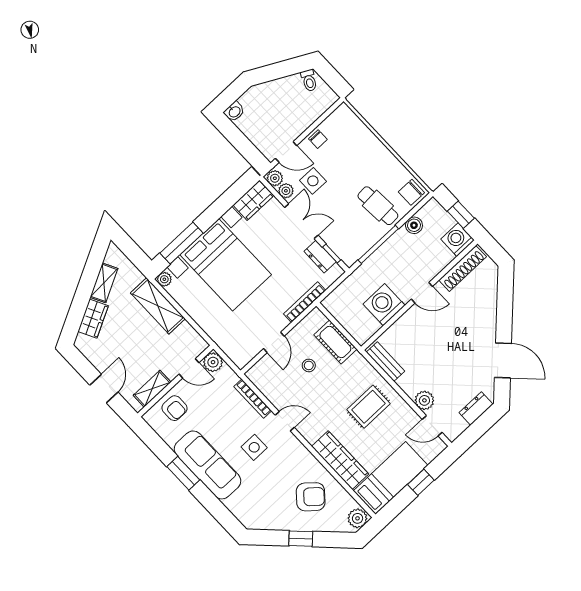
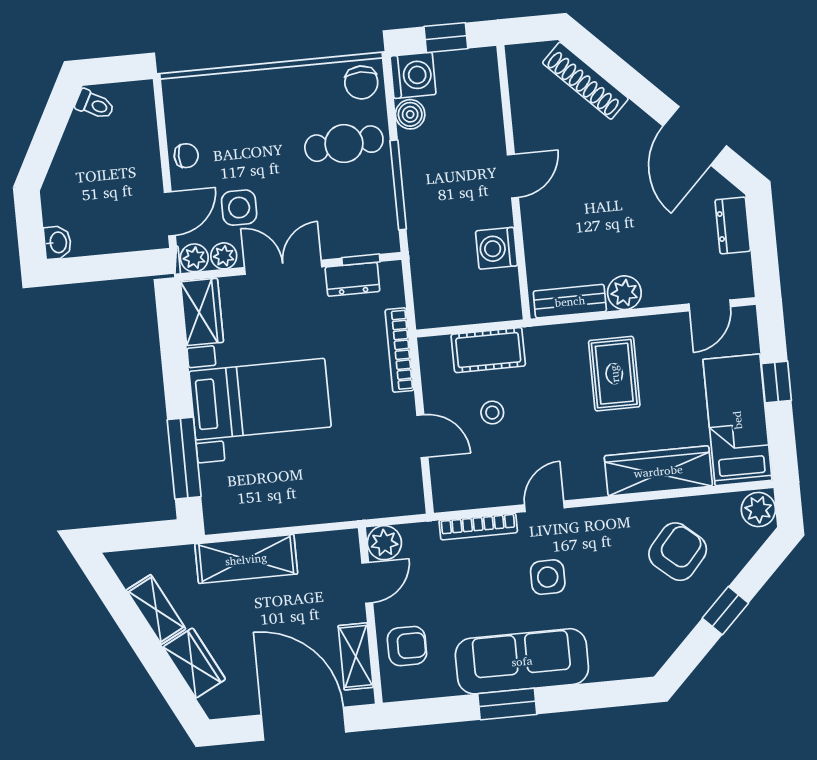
washing machine: (458, 240) -> (413, 75), moved, turned 180
bed with nightstands: (226, 265) -> (260, 399), width x0.73
shoe rack: (463, 268) -> (585, 81), moved, turned 135
plant: (164, 279) -> (216, 521), removed
washing machine: (384, 305) -> (497, 248), width x0.73, depth x0.73
door: (503, 360) -> (695, 136), swing flipped
door: (104, 389) -> (304, 724), width x1.88
plant: (424, 400) -> (624, 293), moved

